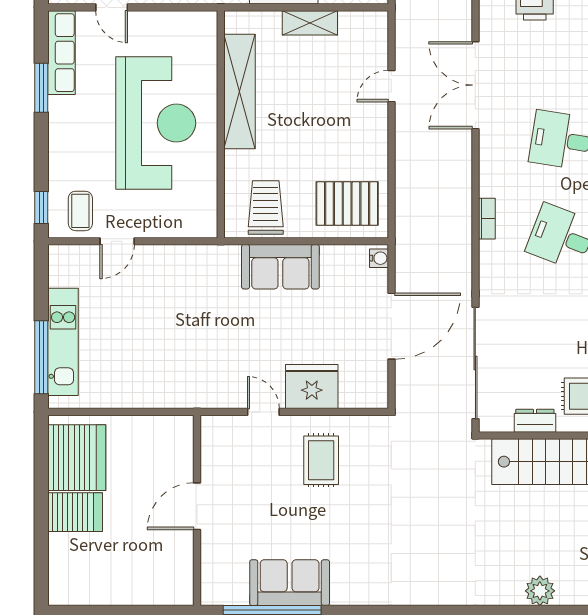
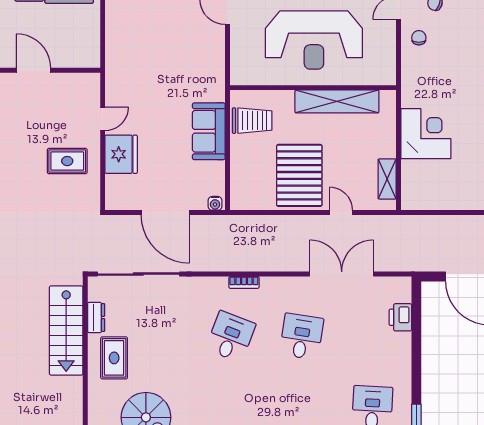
shelving: (310, 23) -> (387, 179), moved
pallet: (347, 204) -> (299, 175), moved, width x1.37, depth x1.41

